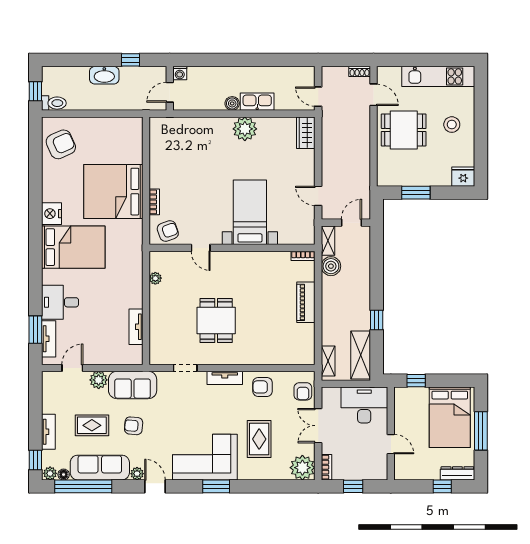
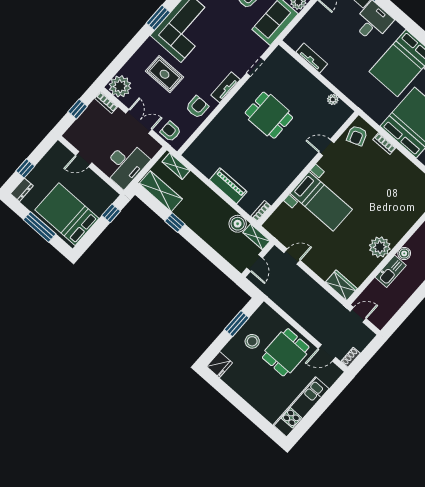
stool: (452, 125) -> (252, 341), moved
dresser: (457, 473) -> (22, 190), width x0.70

